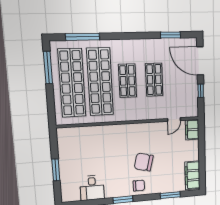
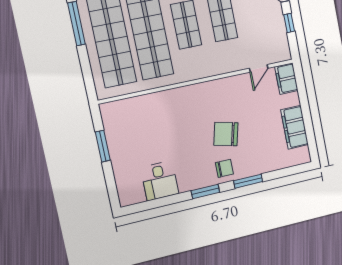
window: (56, 170) -> (103, 146), moved
filing cabinet: (192, 175) -> (295, 127), moved
window: (170, 195) -> (248, 181), moved

